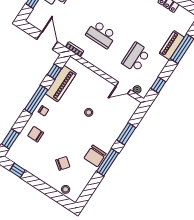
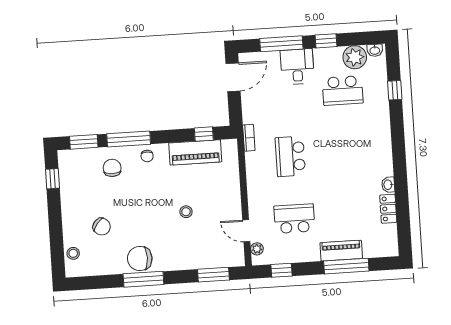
door: (47, 41) -> (233, 77), moved
window: (36, 99) -> (129, 139), moved
window: (126, 134) -> (213, 275), moved

